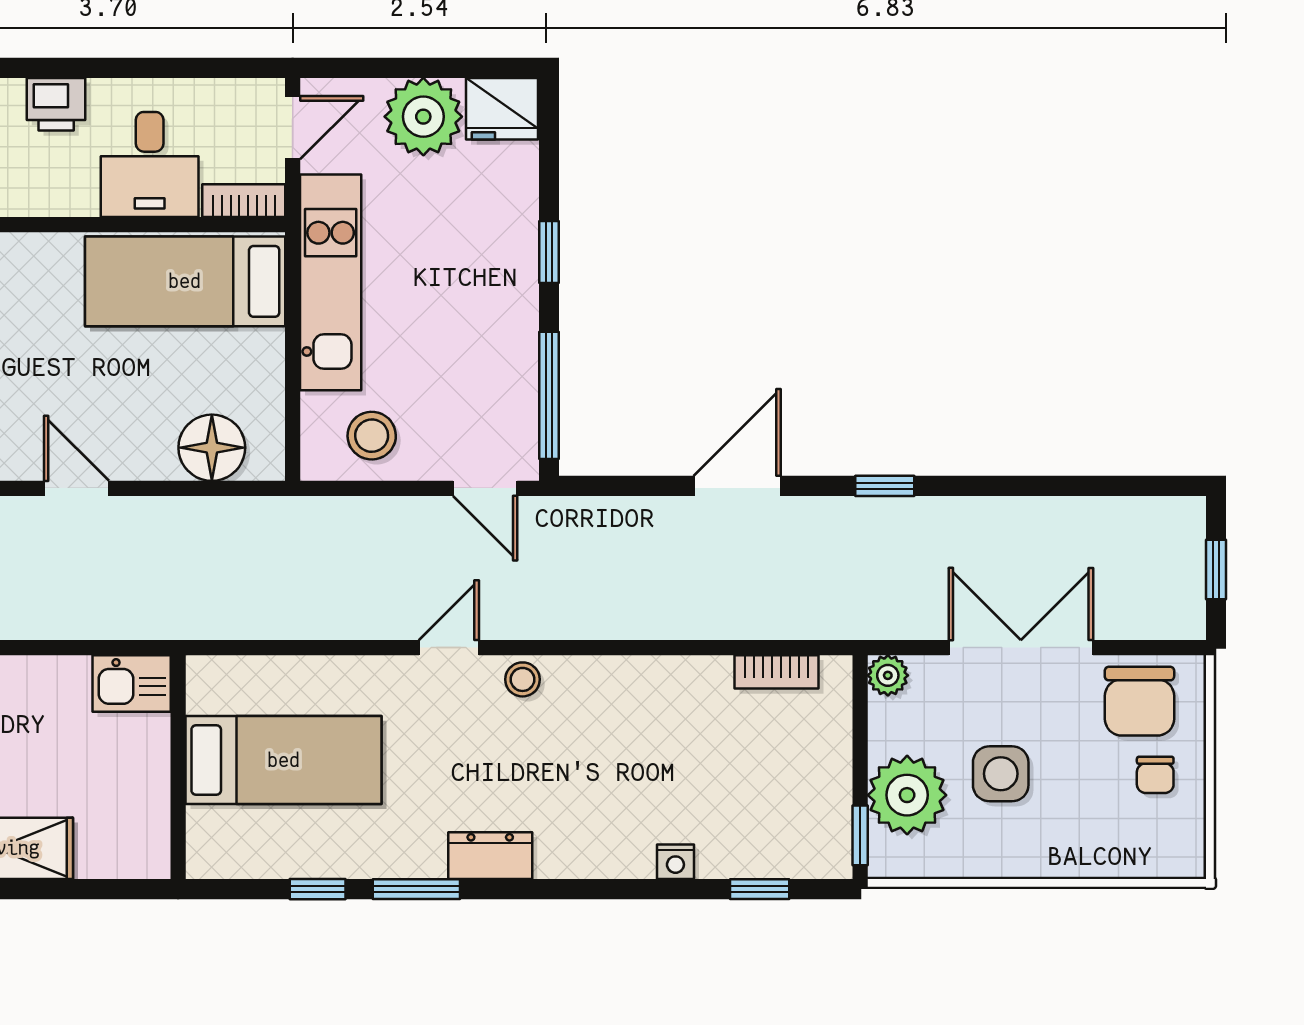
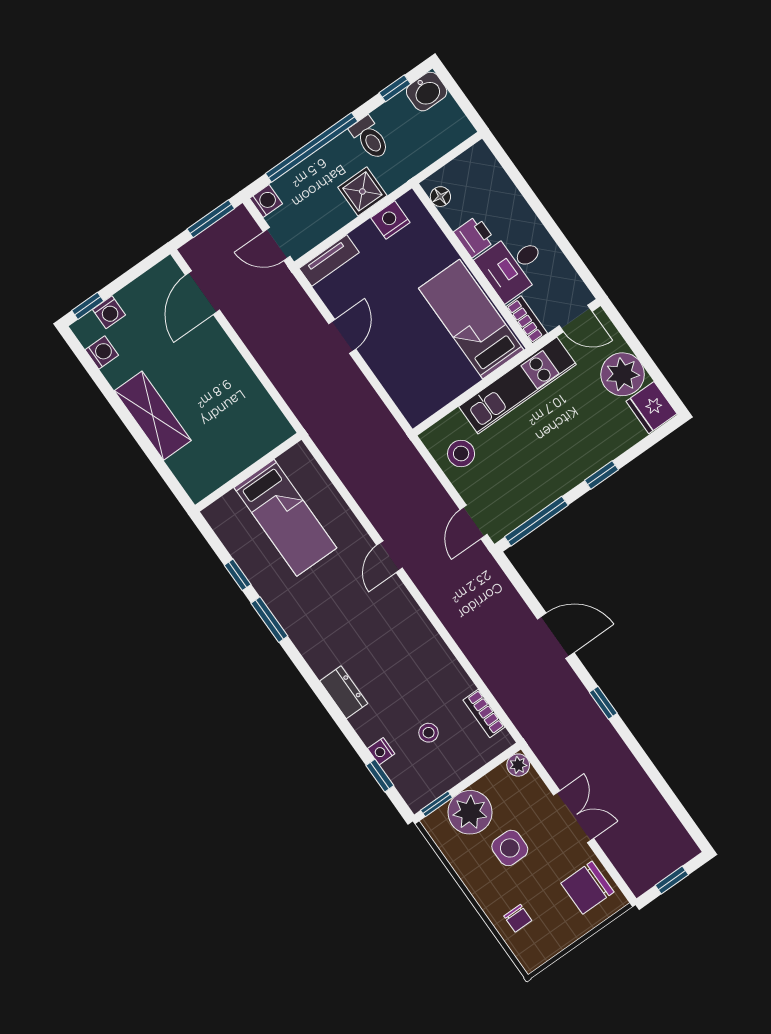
printer: (56, 104) -> (475, 237), moved, turned 180
floor lamp: (212, 448) -> (404, 385), removed
door: (449, 648) -> (390, 557), swing flipped
double door: (1021, 648) -> (574, 817), width x0.73
stool: (523, 679) -> (429, 733), moved
kitchen sink: (132, 683) -> (271, 424), removed
chair: (1155, 775) -> (518, 918), moved, turned -90
dresser: (490, 856) -> (344, 692), moved
nightstand: (675, 862) -> (381, 751), moved

